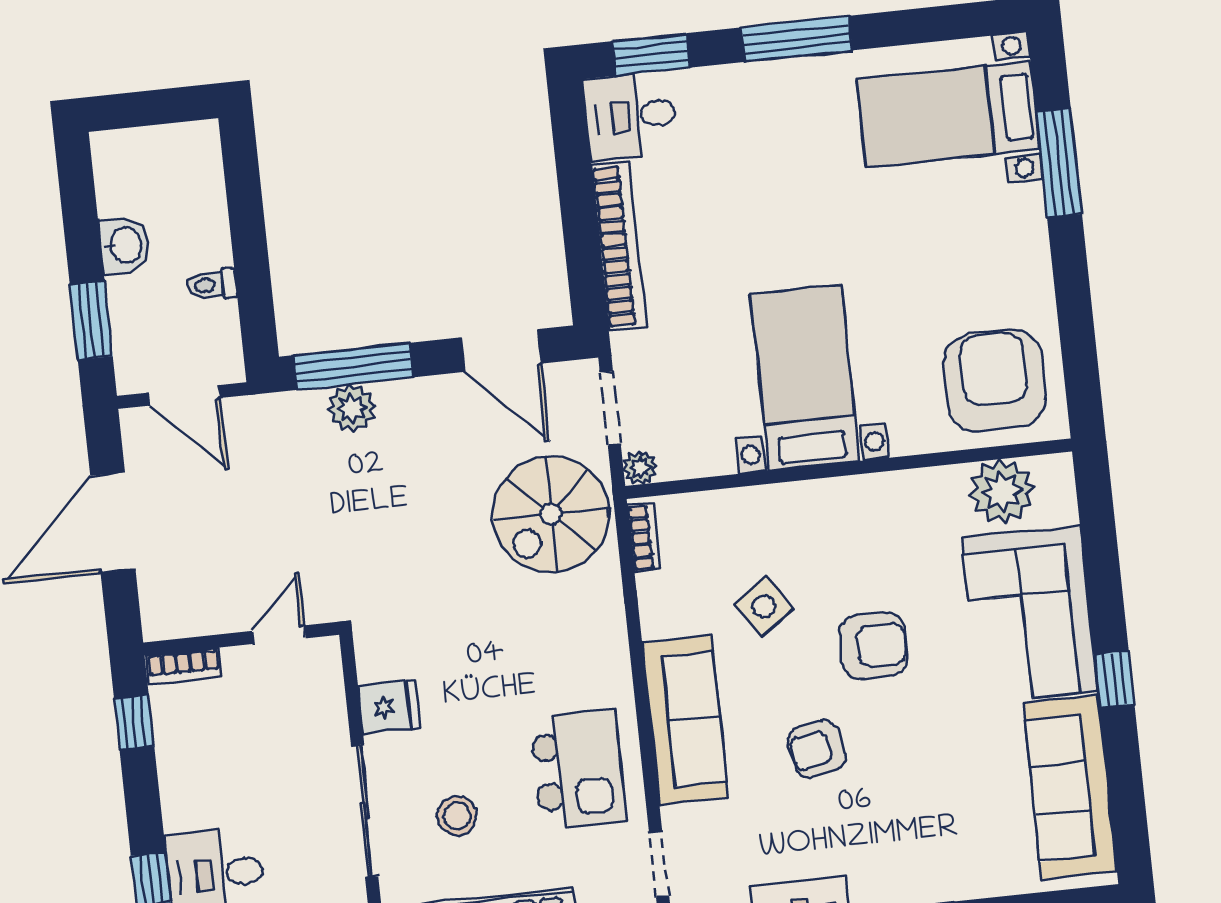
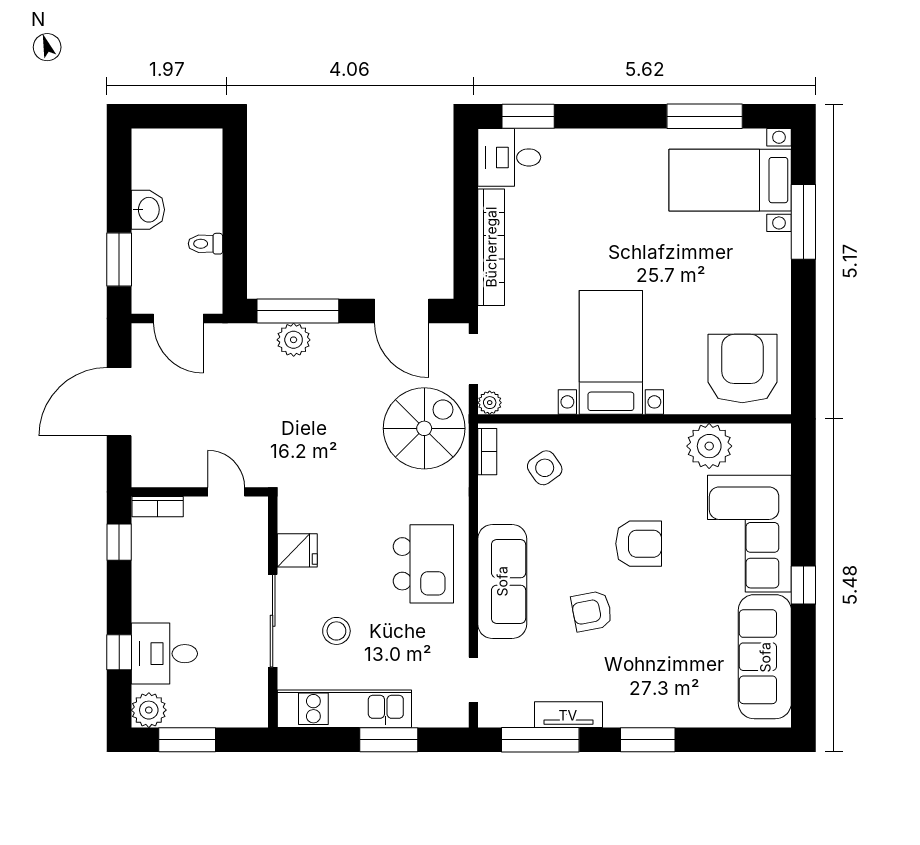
window: (797, 39) -> (705, 116), moved
plant: (1002, 491) -> (709, 446), moved
spiral stairs: (551, 514) -> (424, 428), turned 180
side table: (764, 606) -> (545, 468), moved
door: (279, 635) -> (226, 492), hinge flipped
kitchen island: (578, 769) -> (423, 564), moved

